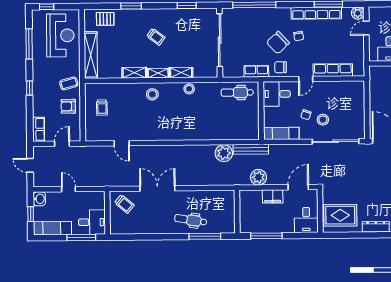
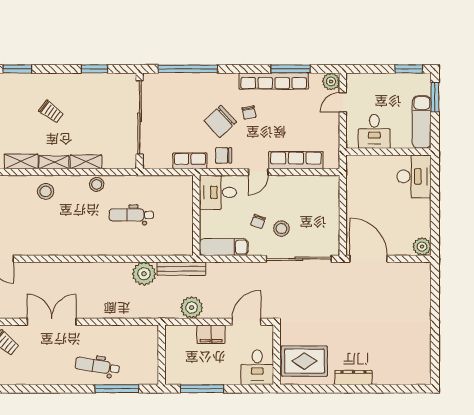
dental chair: (237, 93) -> (131, 215), moved

